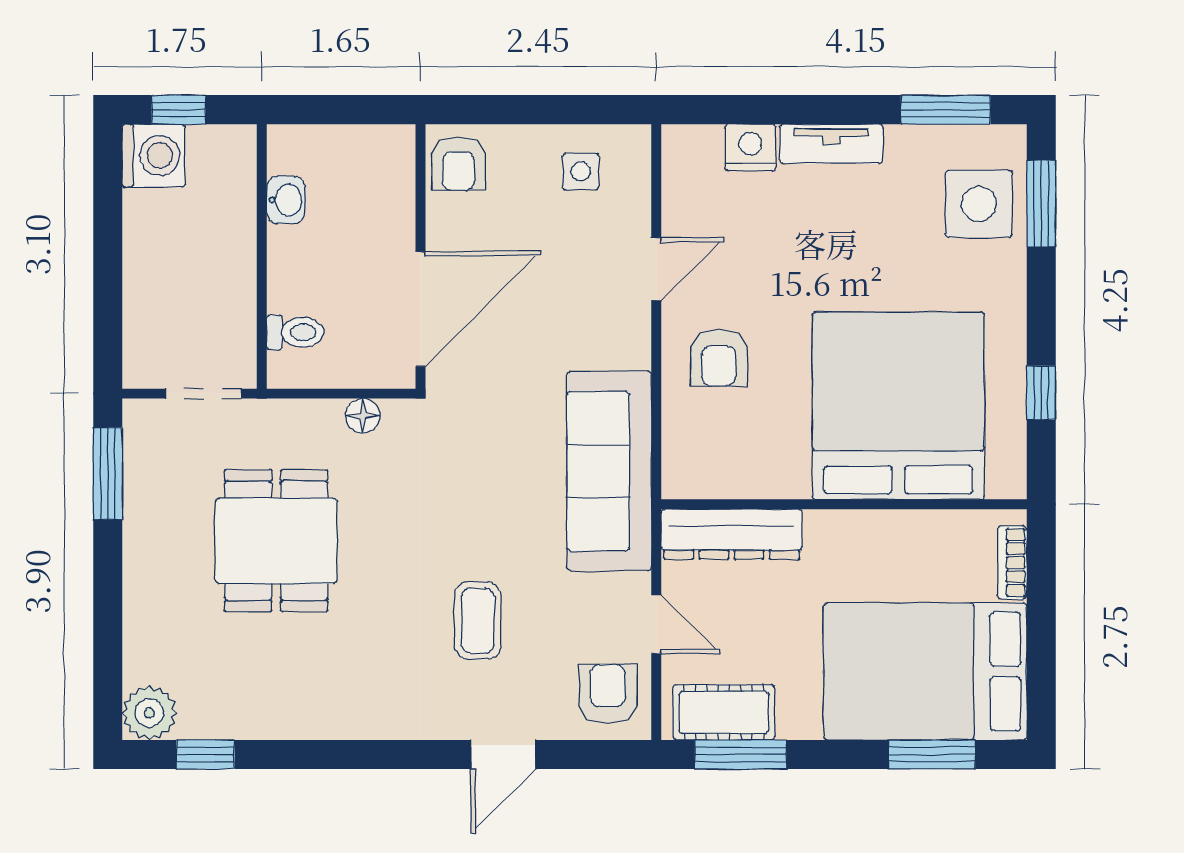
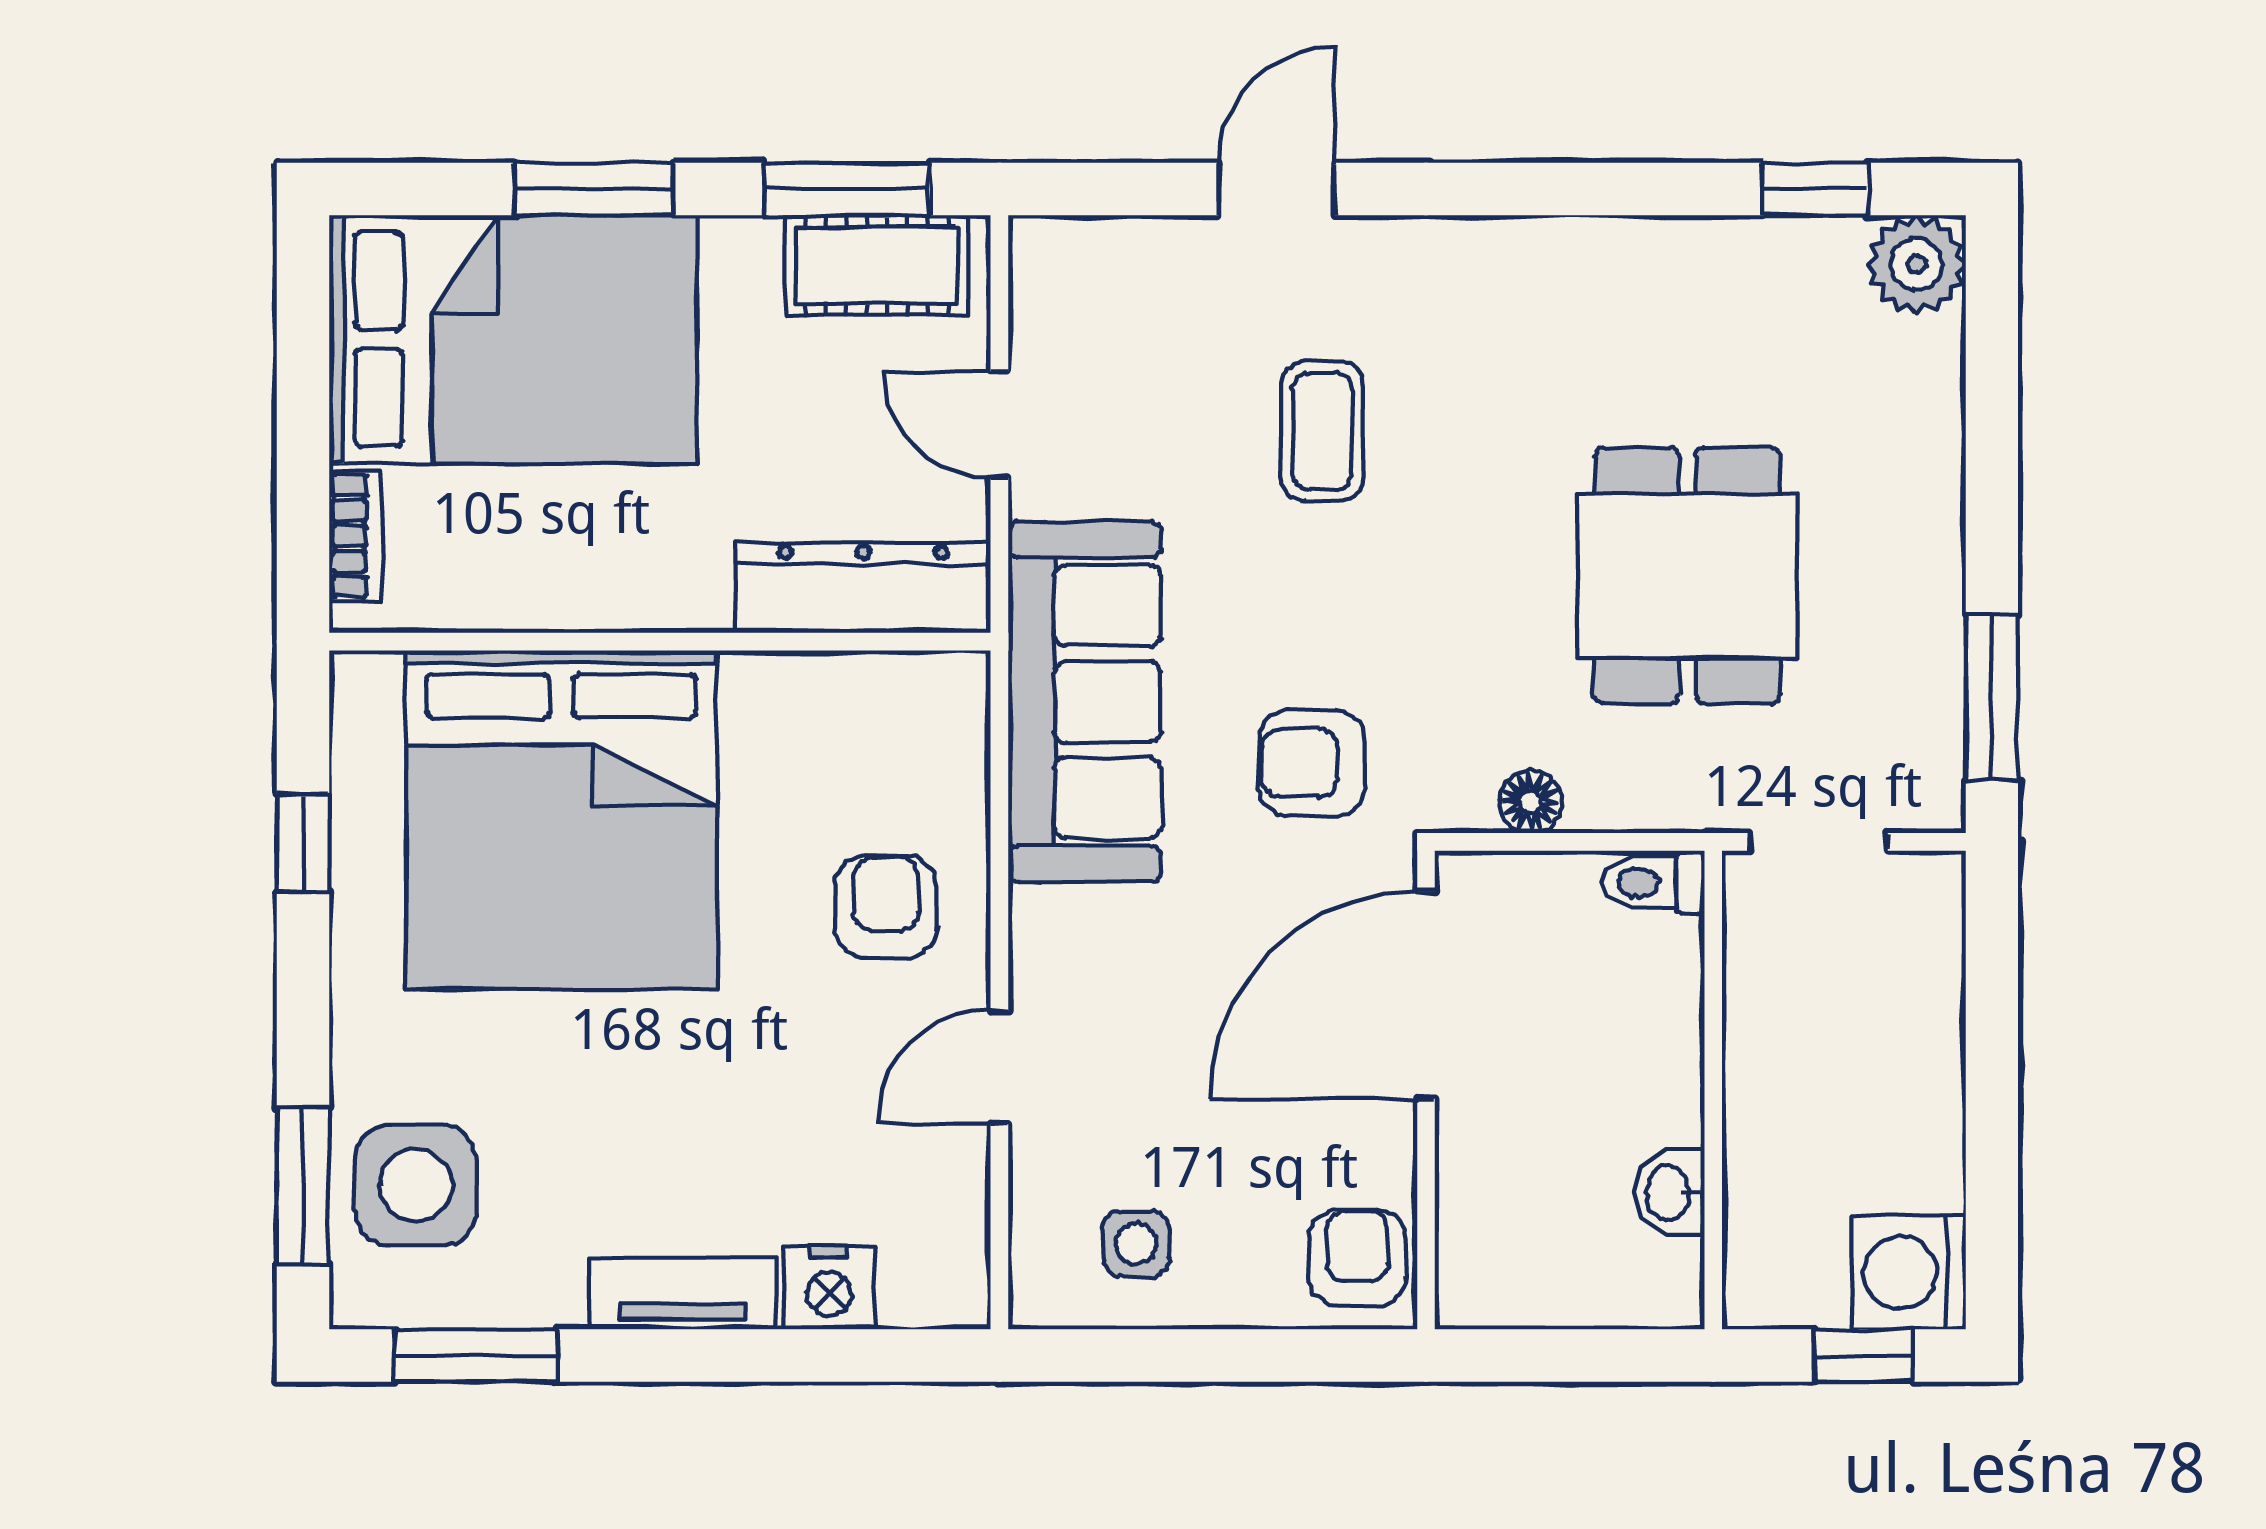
toilet: (295, 332) -> (1653, 882), moved
armchair: (608, 694) -> (1312, 763), moved, turned 90
window: (932, 754) -> (594, 189), moved

